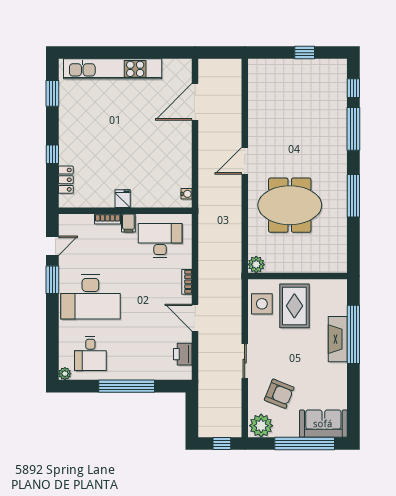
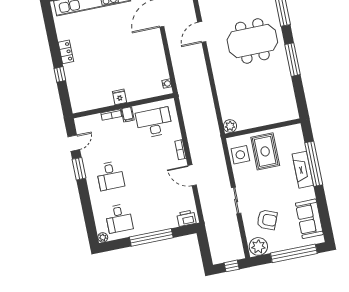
window: (52, 93) -> (50, 29), removed
door: (245, 161) -> (202, 32), moved
locker: (66, 180) -> (66, 52), moved
meeting table: (290, 205) -> (252, 41), moved
desk: (90, 297) -> (110, 176), width x0.53, depth x0.77
printer: (183, 354) -> (186, 218), moved, turned 90
sofa: (323, 424) -> (309, 219), moved, turned -90

